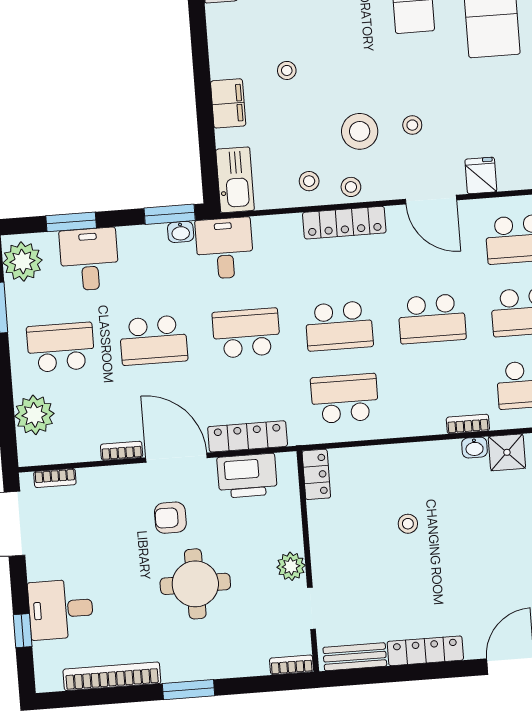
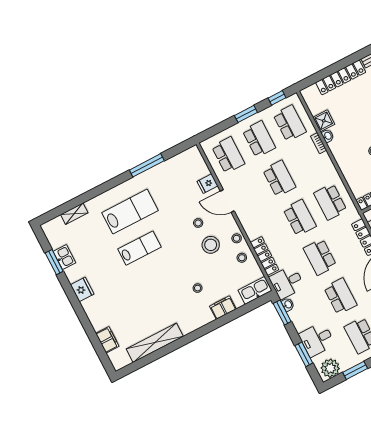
door: (431, 200) -> (227, 201), swing flipped
locker: (344, 223) -> (265, 256), moved

